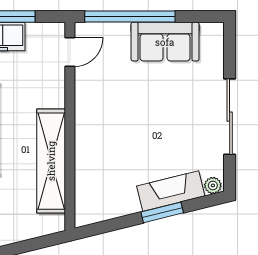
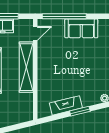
shelving: (51, 161) -> (26, 67), moved
fireplace: (171, 191) -> (66, 105), moved

